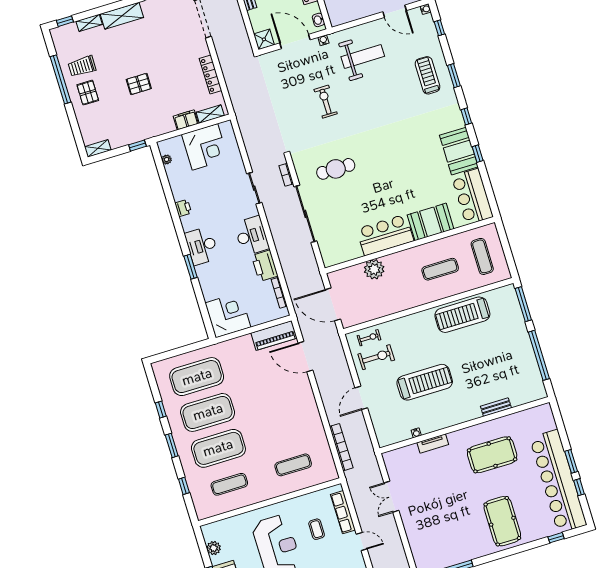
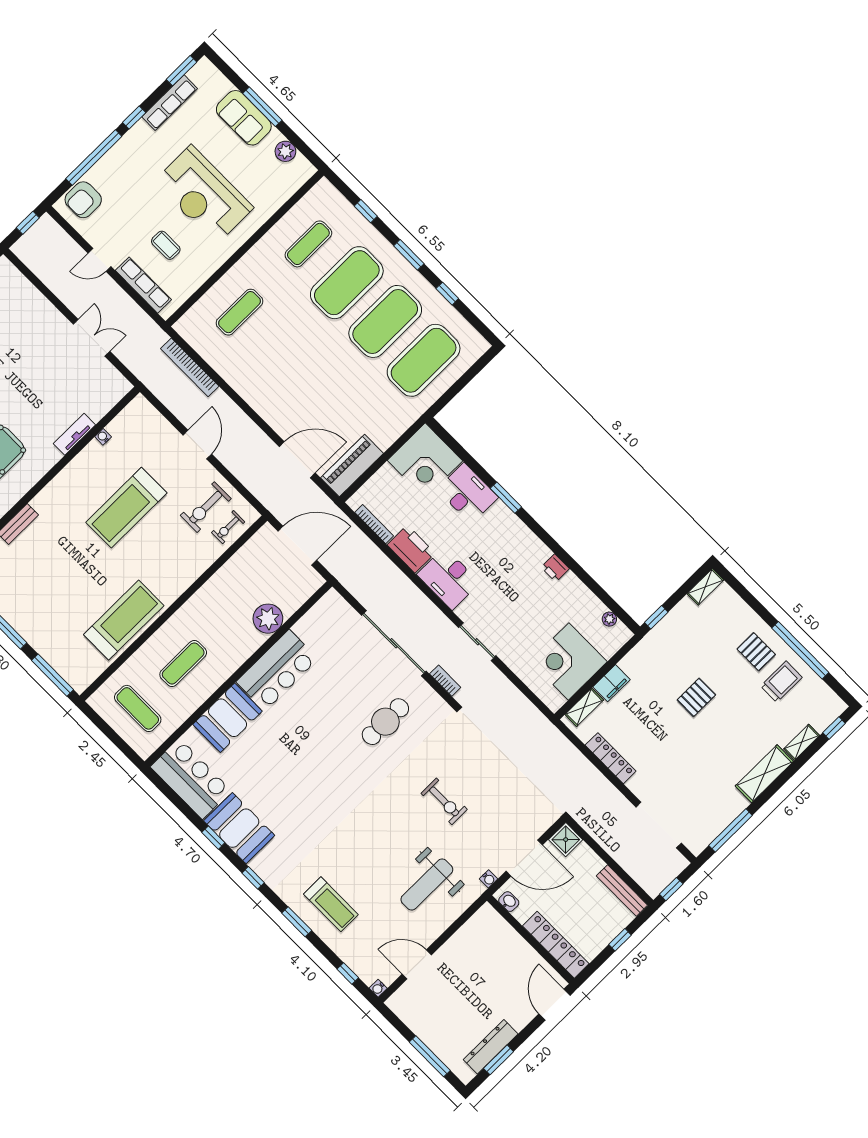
desk: (202, 246) -> (468, 493), moved

